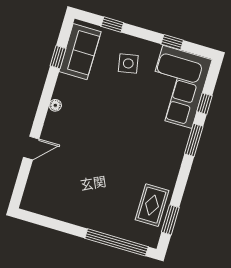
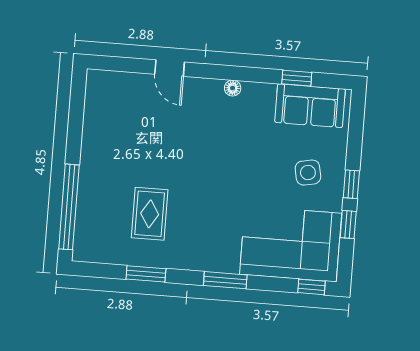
window: (112, 25) -> (351, 184), moved
window: (204, 104) -> (311, 287), moved
rug: (152, 205) -> (150, 214), moved, turned 90
window: (170, 220) -> (146, 274), moved

